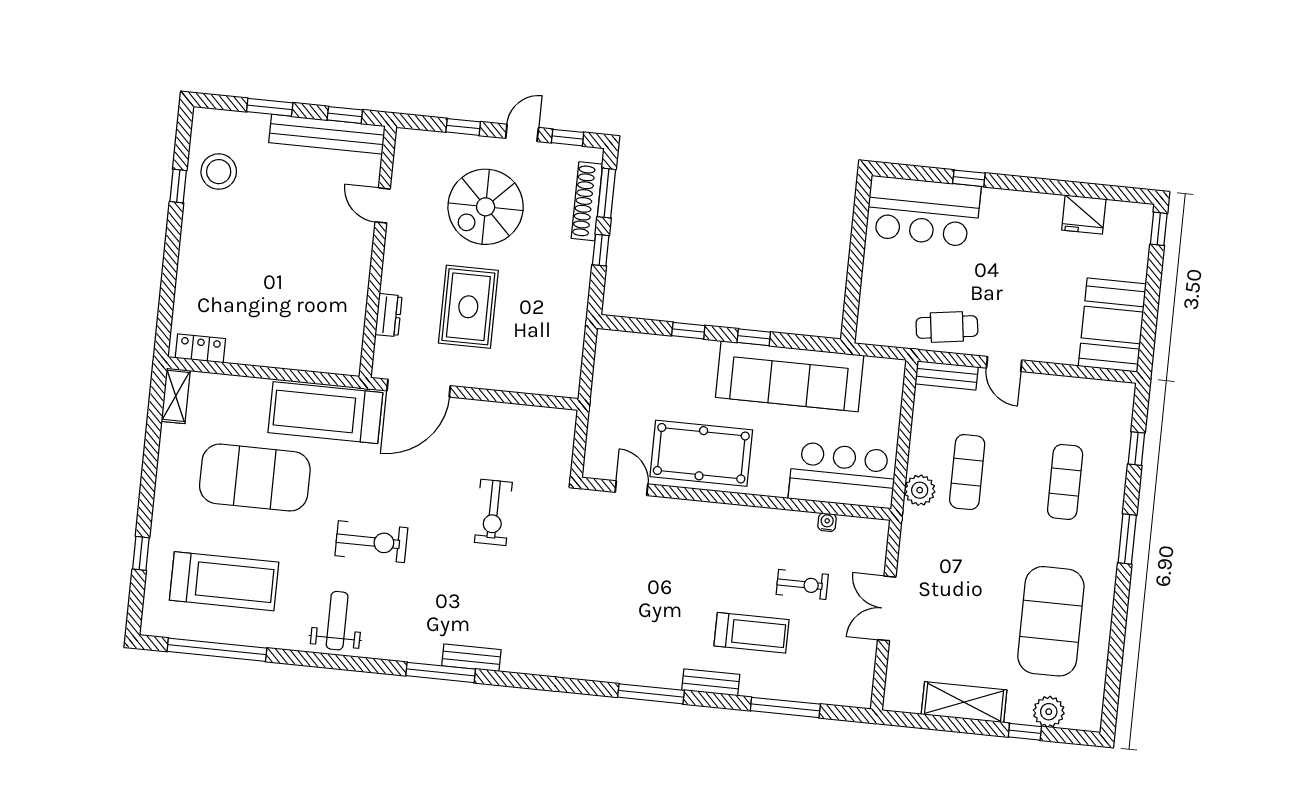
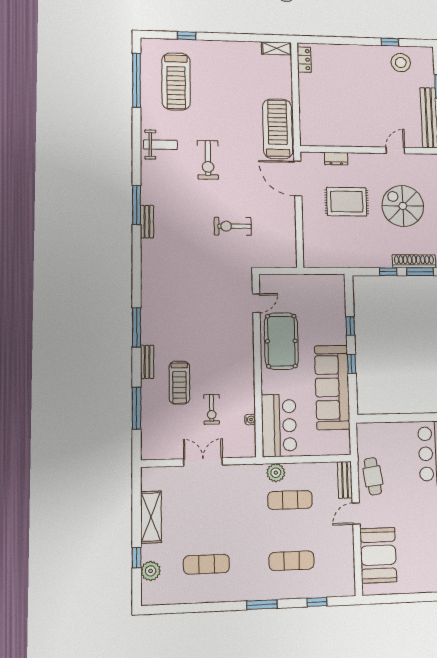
booth: (1112, 325) -> (378, 555), moved, turned 90
exercise mat: (255, 478) -> (237, 94), removed
exercise mat: (1051, 621) -> (206, 564), width x0.50, depth x0.69

